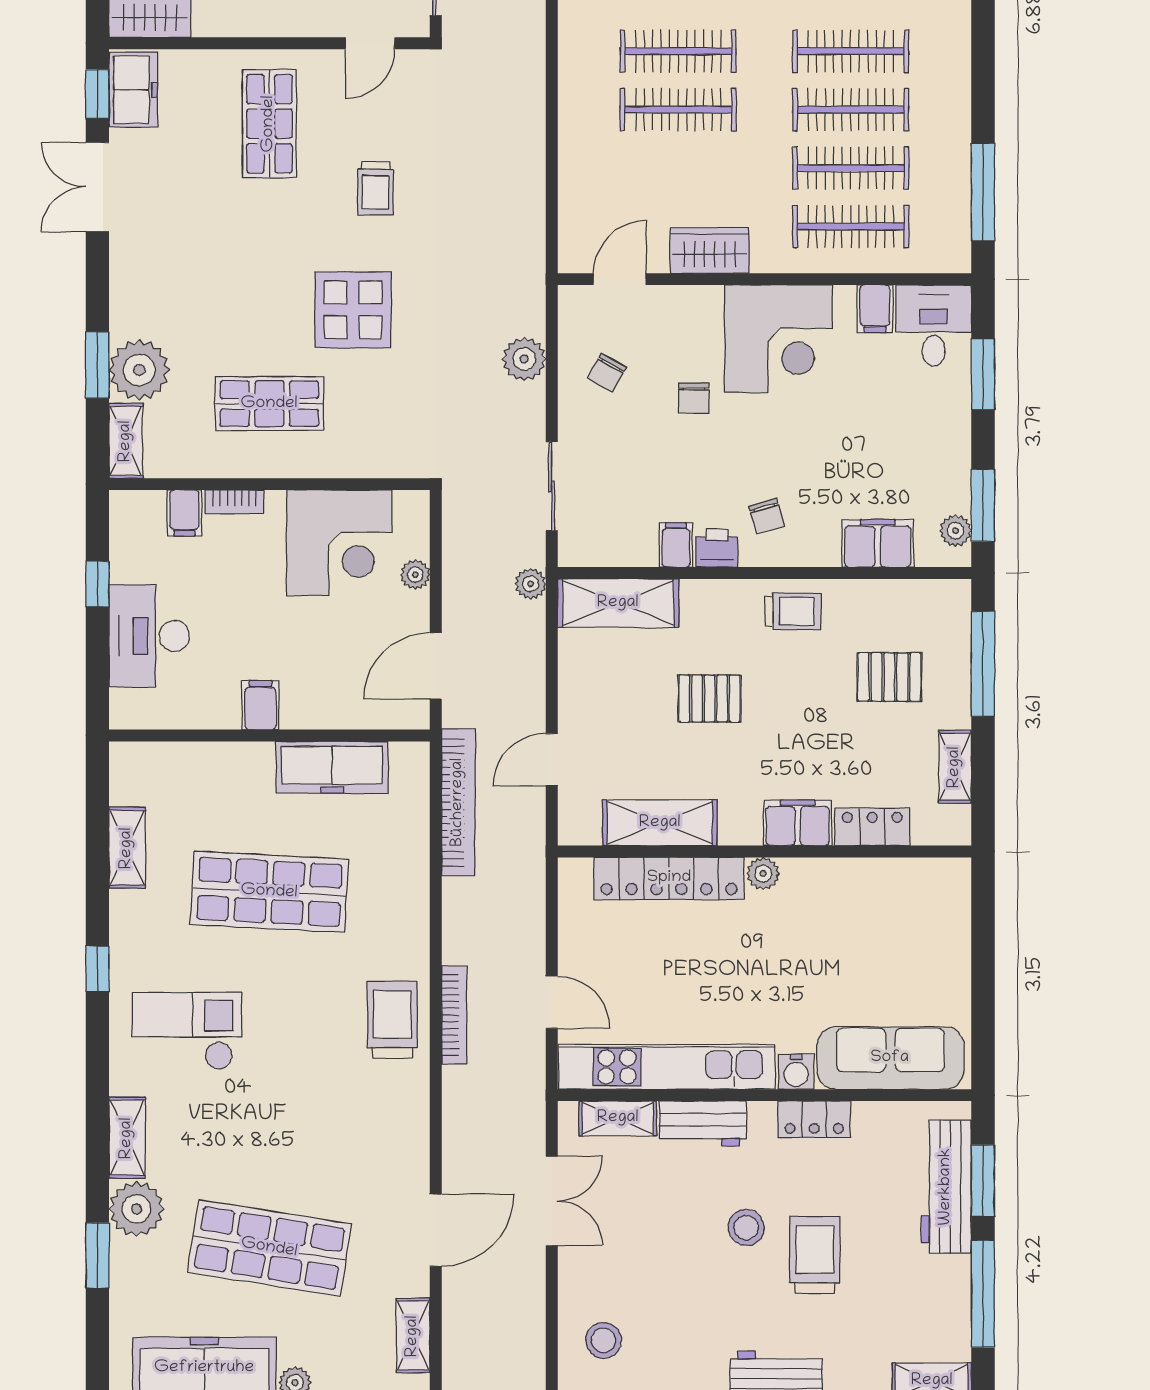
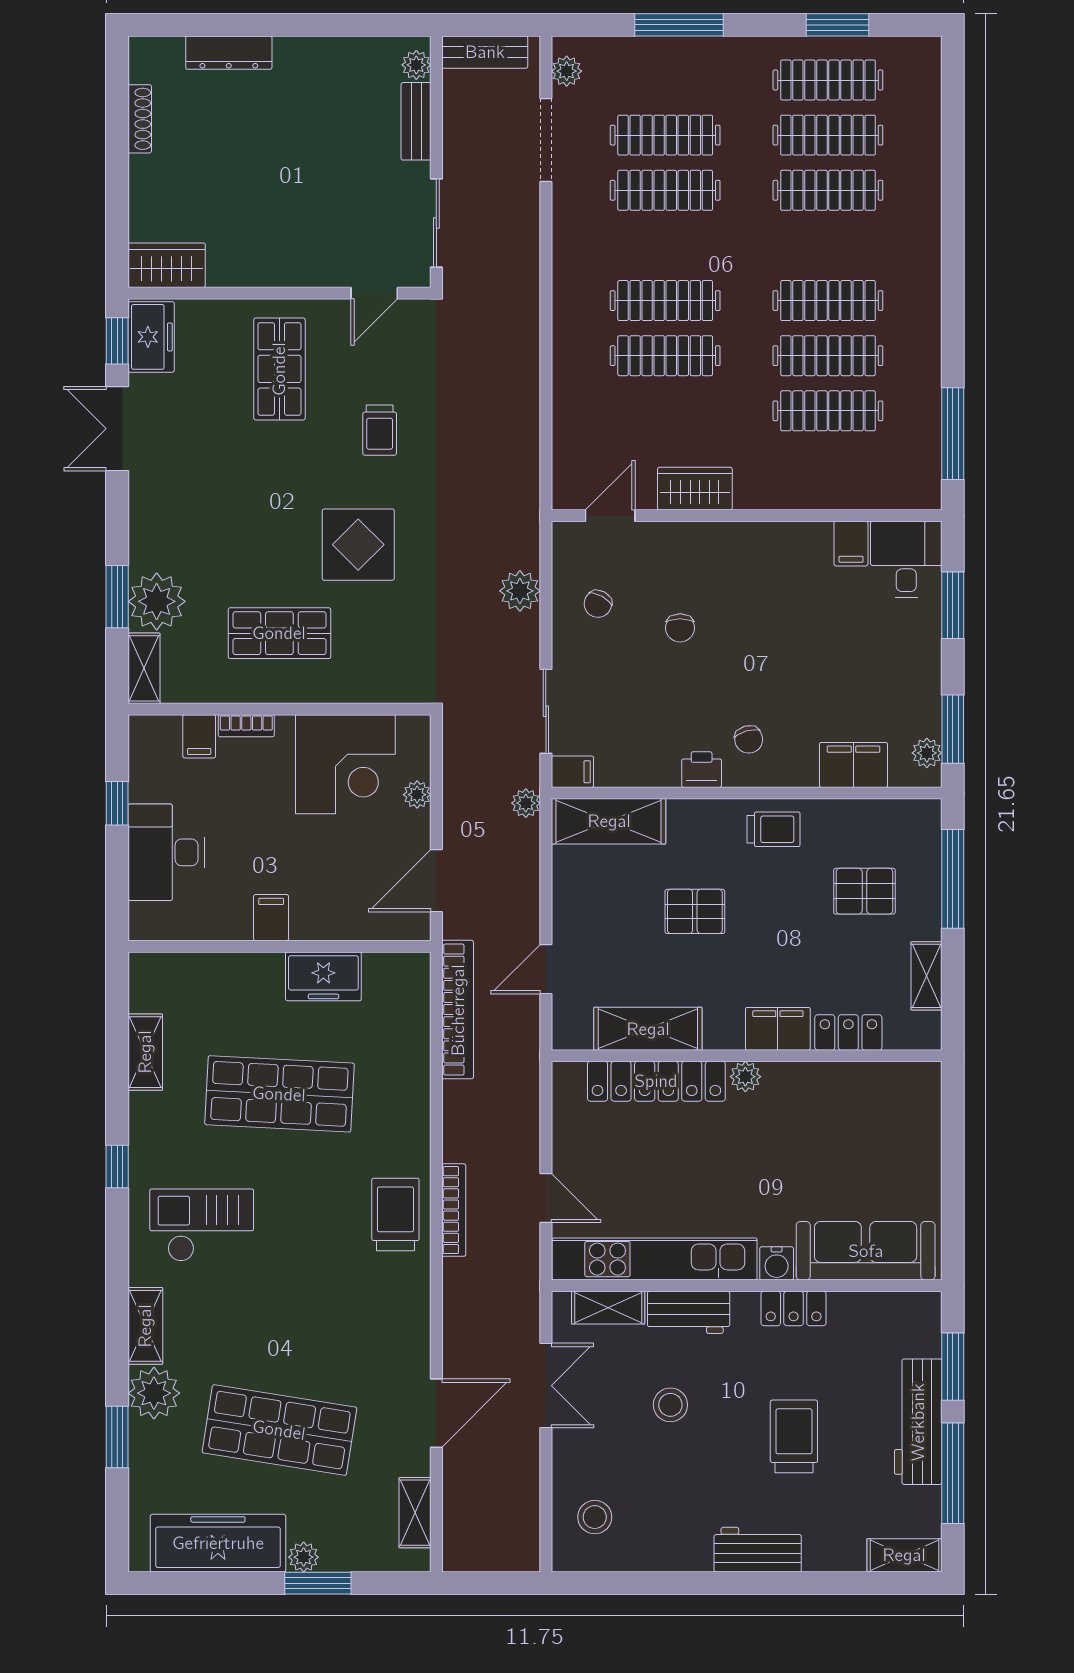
clothes rail: (851, 226) -> (828, 466), removed
corner desk: (779, 339) -> (760, 572), removed
filing cabinet: (676, 545) -> (572, 772), moved, turned 90
freezer: (332, 767) -> (323, 976), width x0.71
workbench: (946, 1187) -> (918, 1422), moved
stool: (746, 1228) -> (670, 1405), moved

